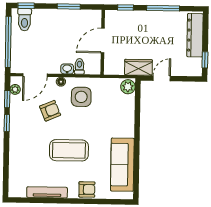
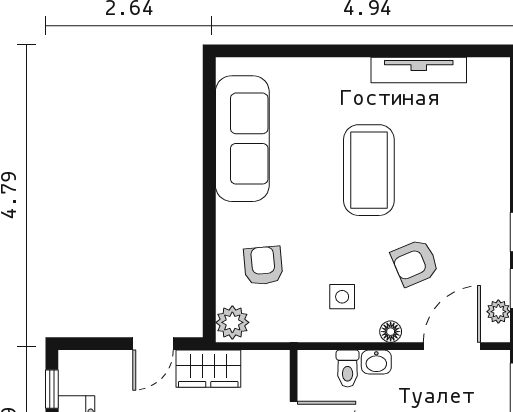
side table: (81, 97) -> (342, 297), width x0.54, depth x0.54
coffee table: (69, 150) -> (369, 170), turned 90
armchair: (87, 189) -> (263, 266), moved, turned 85

